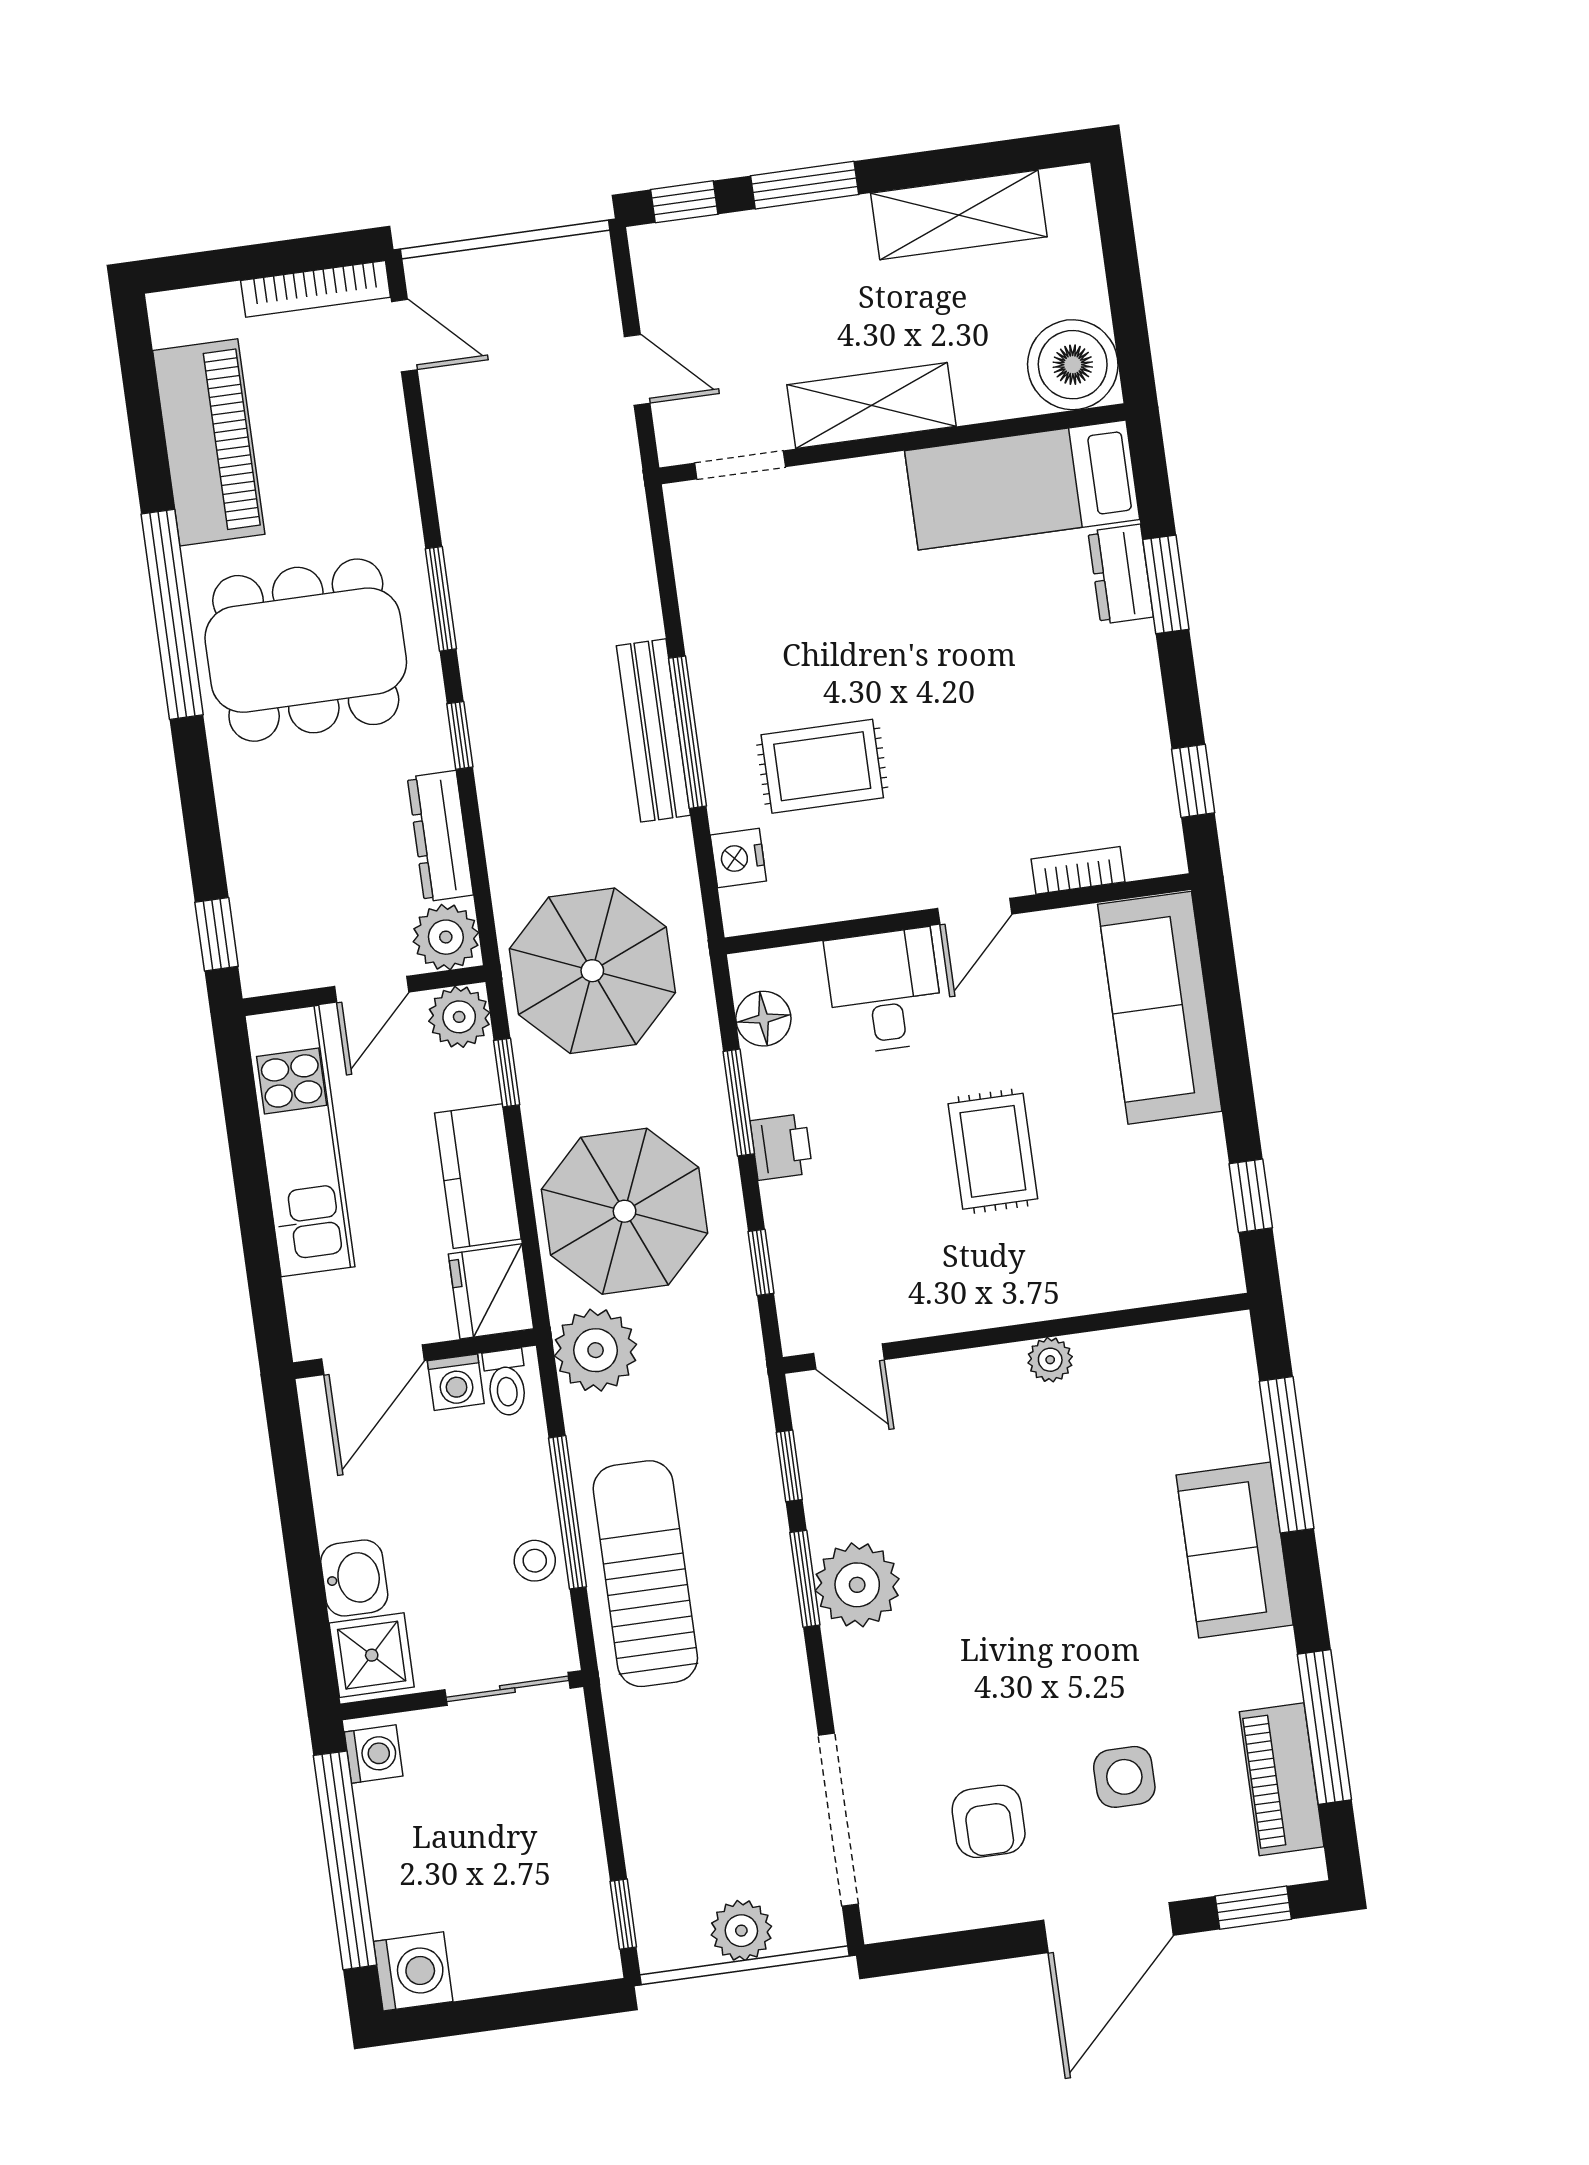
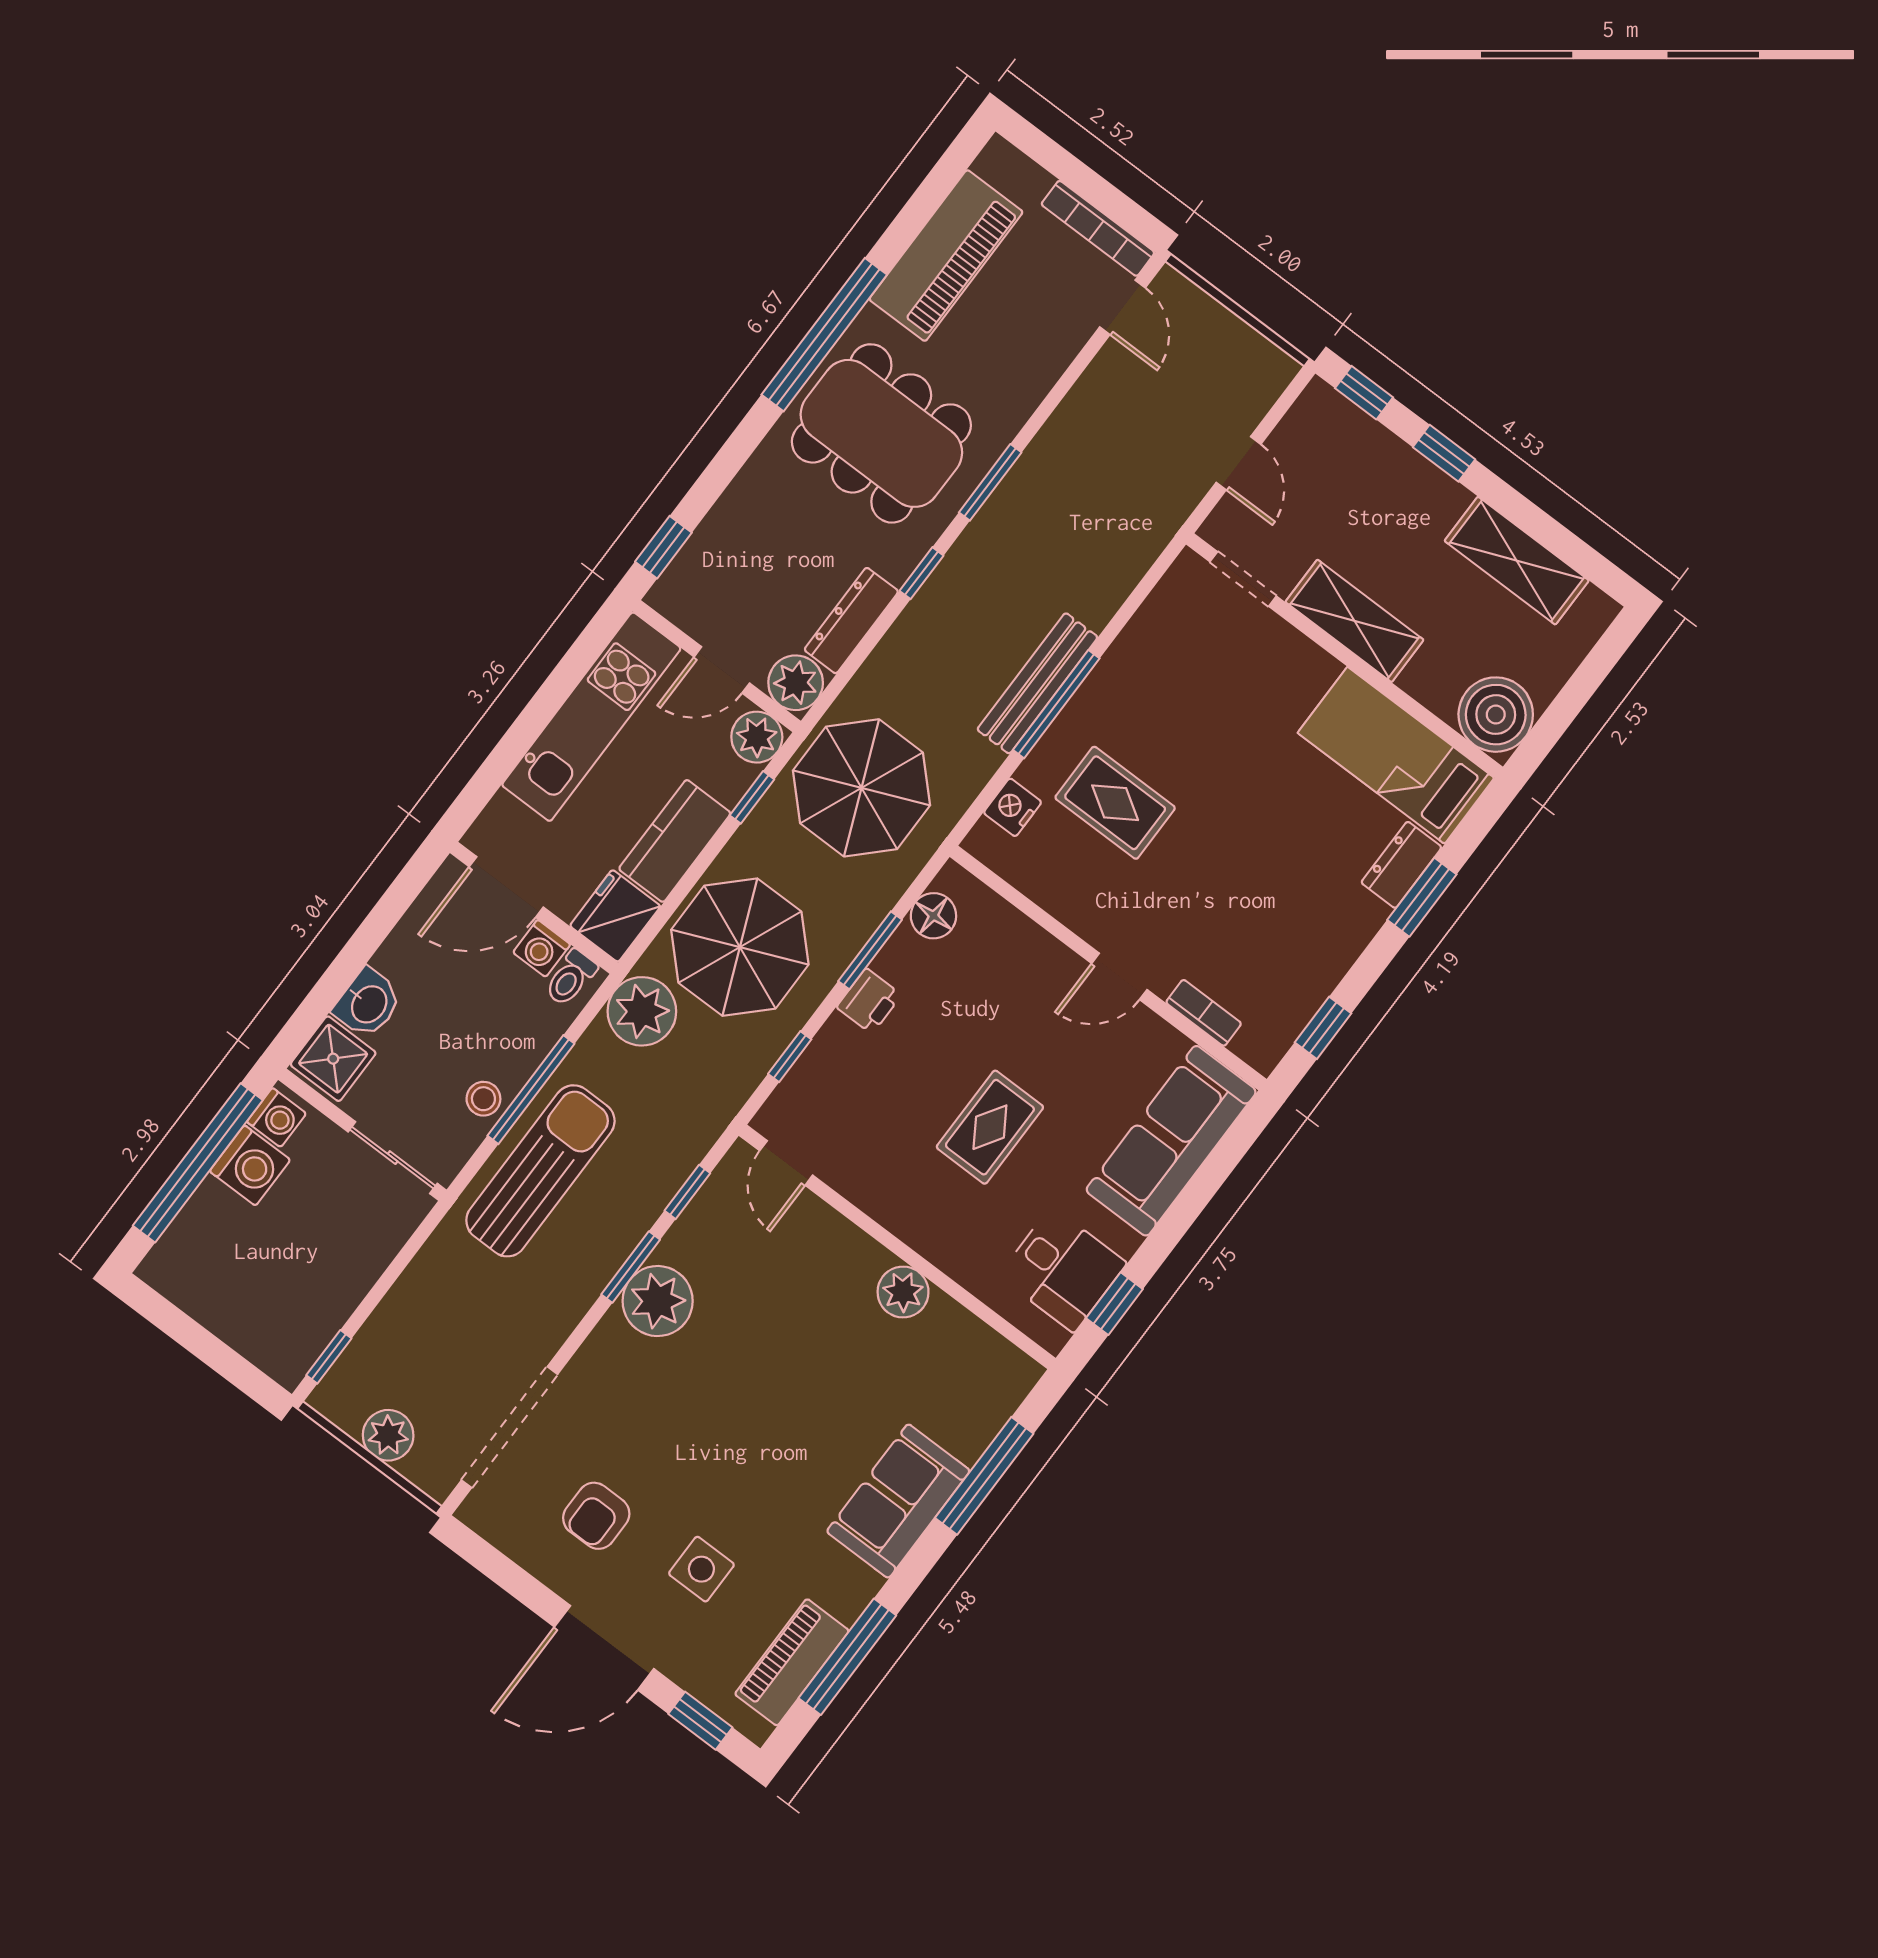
window: (805, 185) -> (1444, 453), width x0.67
desk: (884, 991) -> (1063, 1269), moved, turned 90
plant: (1050, 1360) -> (903, 1292), width x1.38, depth x1.38
washing machine: (413, 1971) -> (250, 1165), moved

